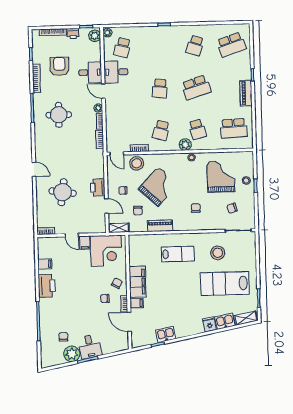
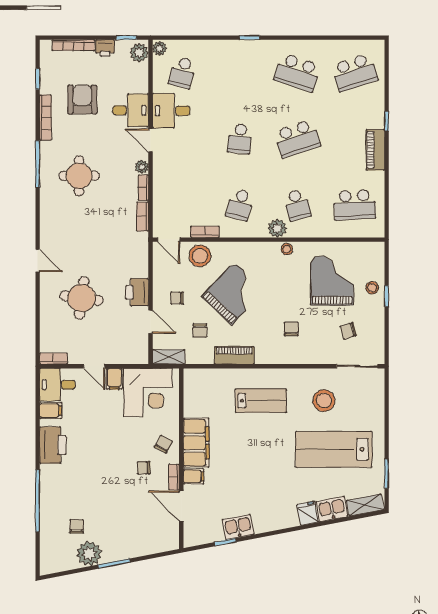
school desk: (195, 46) -> (297, 72), width x1.85
desk: (90, 346) -> (57, 385), moved, turned 101

